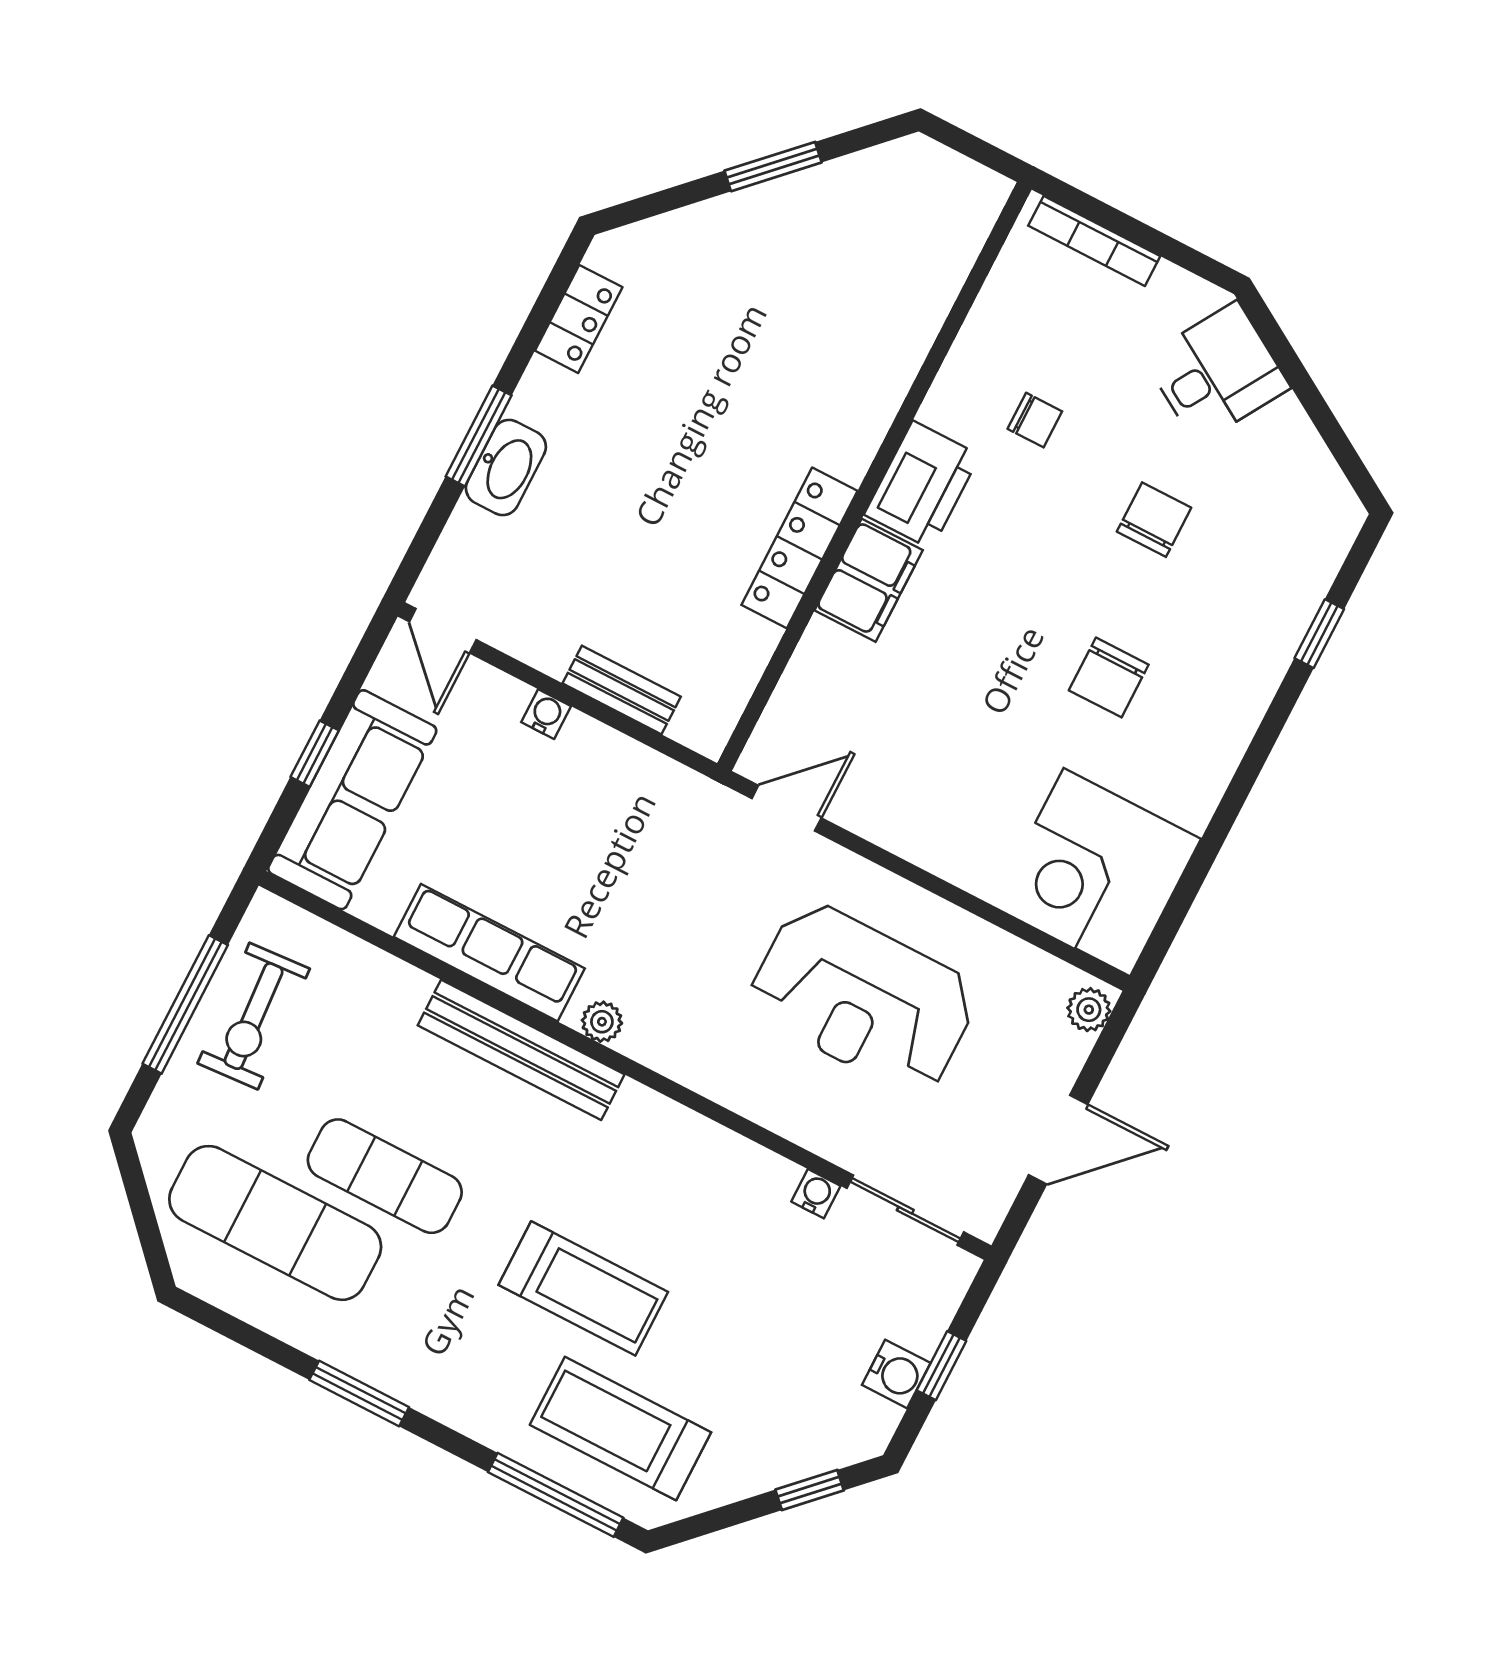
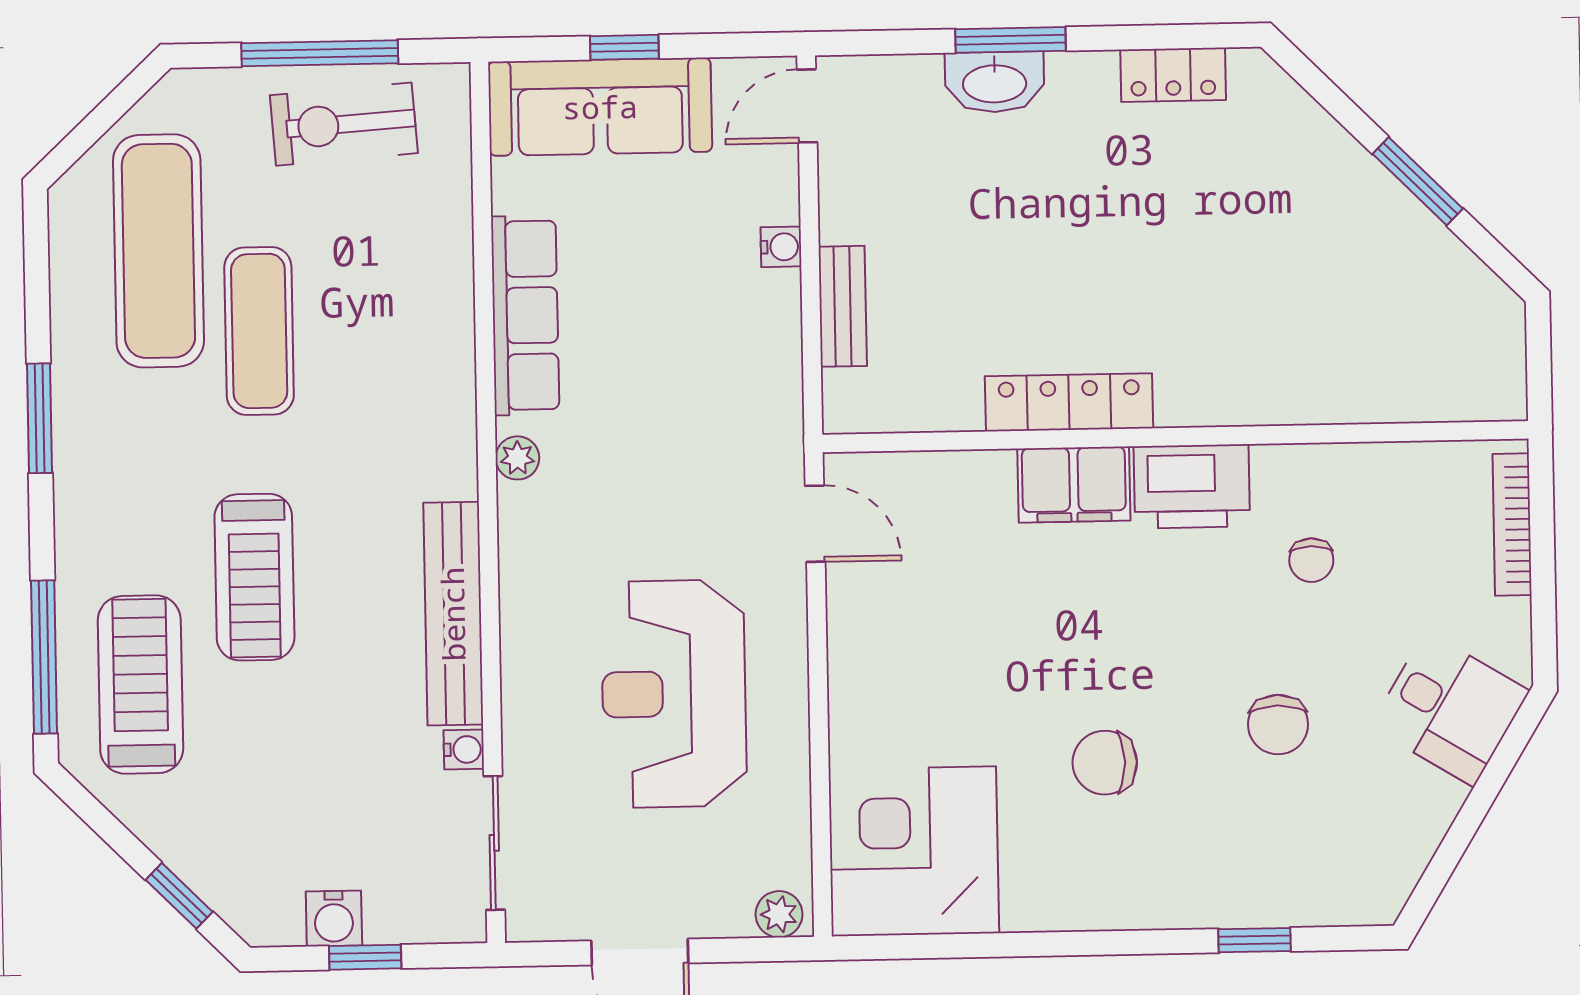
chair: (1154, 520) -> (1278, 725), turned 90
bench: (521, 1050) -> (453, 614), moved

